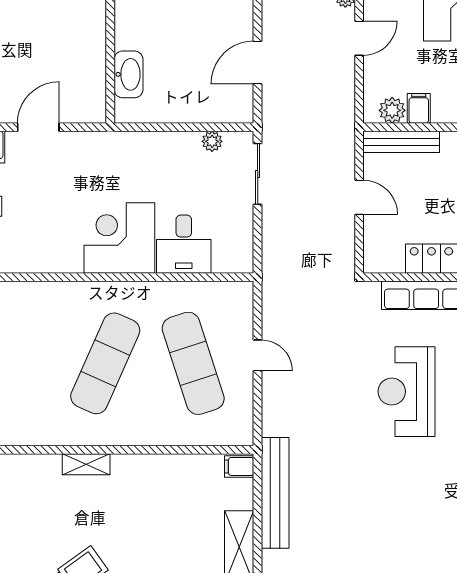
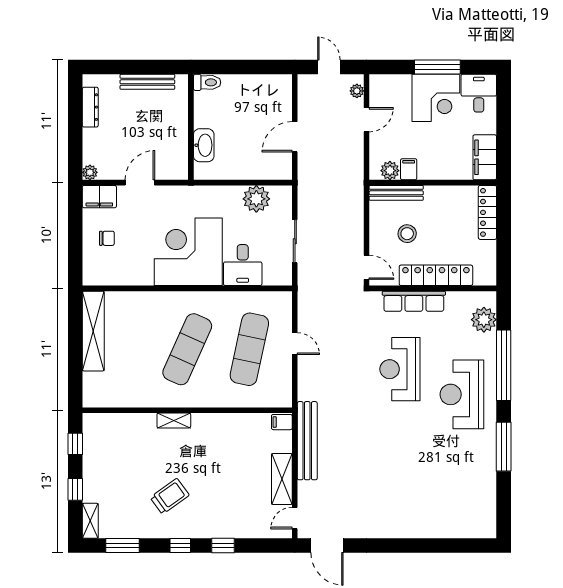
plant: (212, 141) -> (256, 199), width x1.88, depth x1.88
sliding door: (258, 174) -> (295, 241), moved
door: (359, 197) -> (367, 267), moved
stool: (417, 200) -> (407, 234), added
corner desk: (119, 238) -> (188, 252), width x1.36, depth x1.36
exercise mat: (193, 363) -> (249, 349), turned 30

